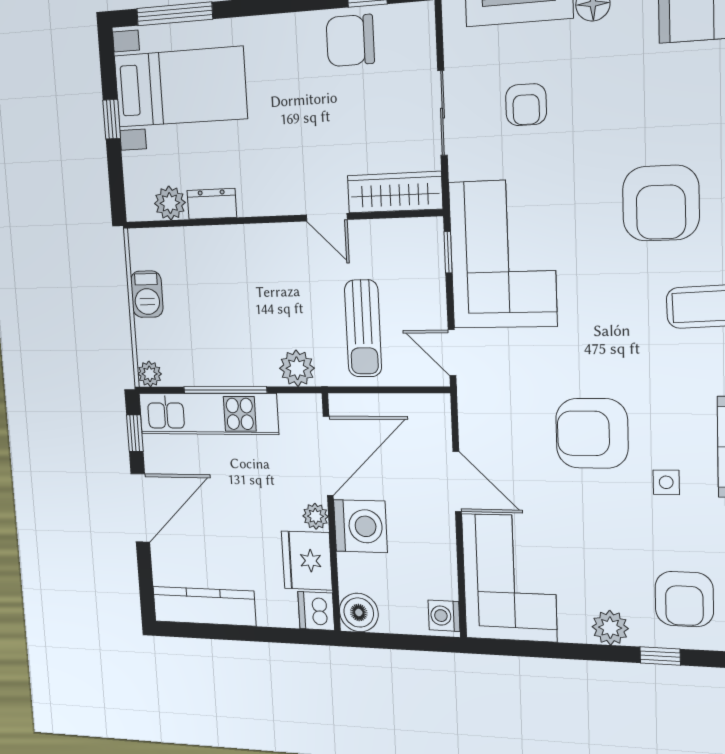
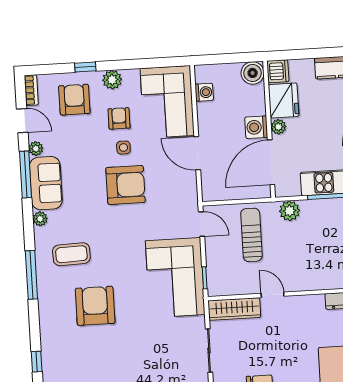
armchair: (526, 105) -> (119, 118), moved
side table: (666, 482) -> (123, 148), moved
washing machine: (360, 526) -> (256, 127), width x0.73, depth x0.73
washing machine: (444, 616) -> (204, 92), moved

